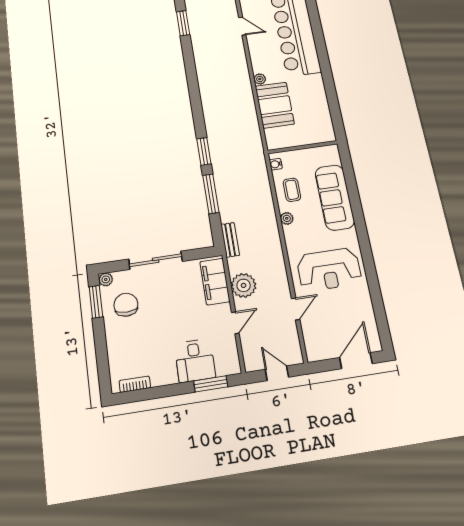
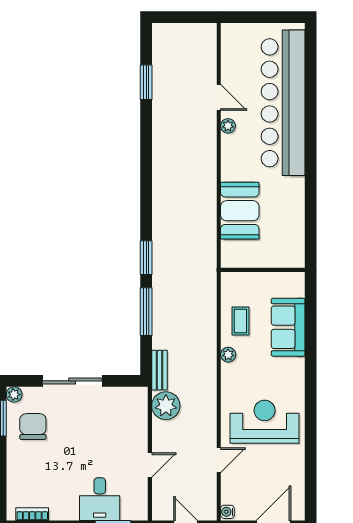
plant: (260, 79) -> (228, 126), moved
water cooler: (276, 164) -> (227, 512), moved
sofa: (335, 197) -> (288, 327), width x0.73
reception desk: (329, 270) -> (265, 422), turned 180
filing cabinet: (215, 281) -> (135, 416), removed
plant: (244, 285) -> (166, 406), moved

